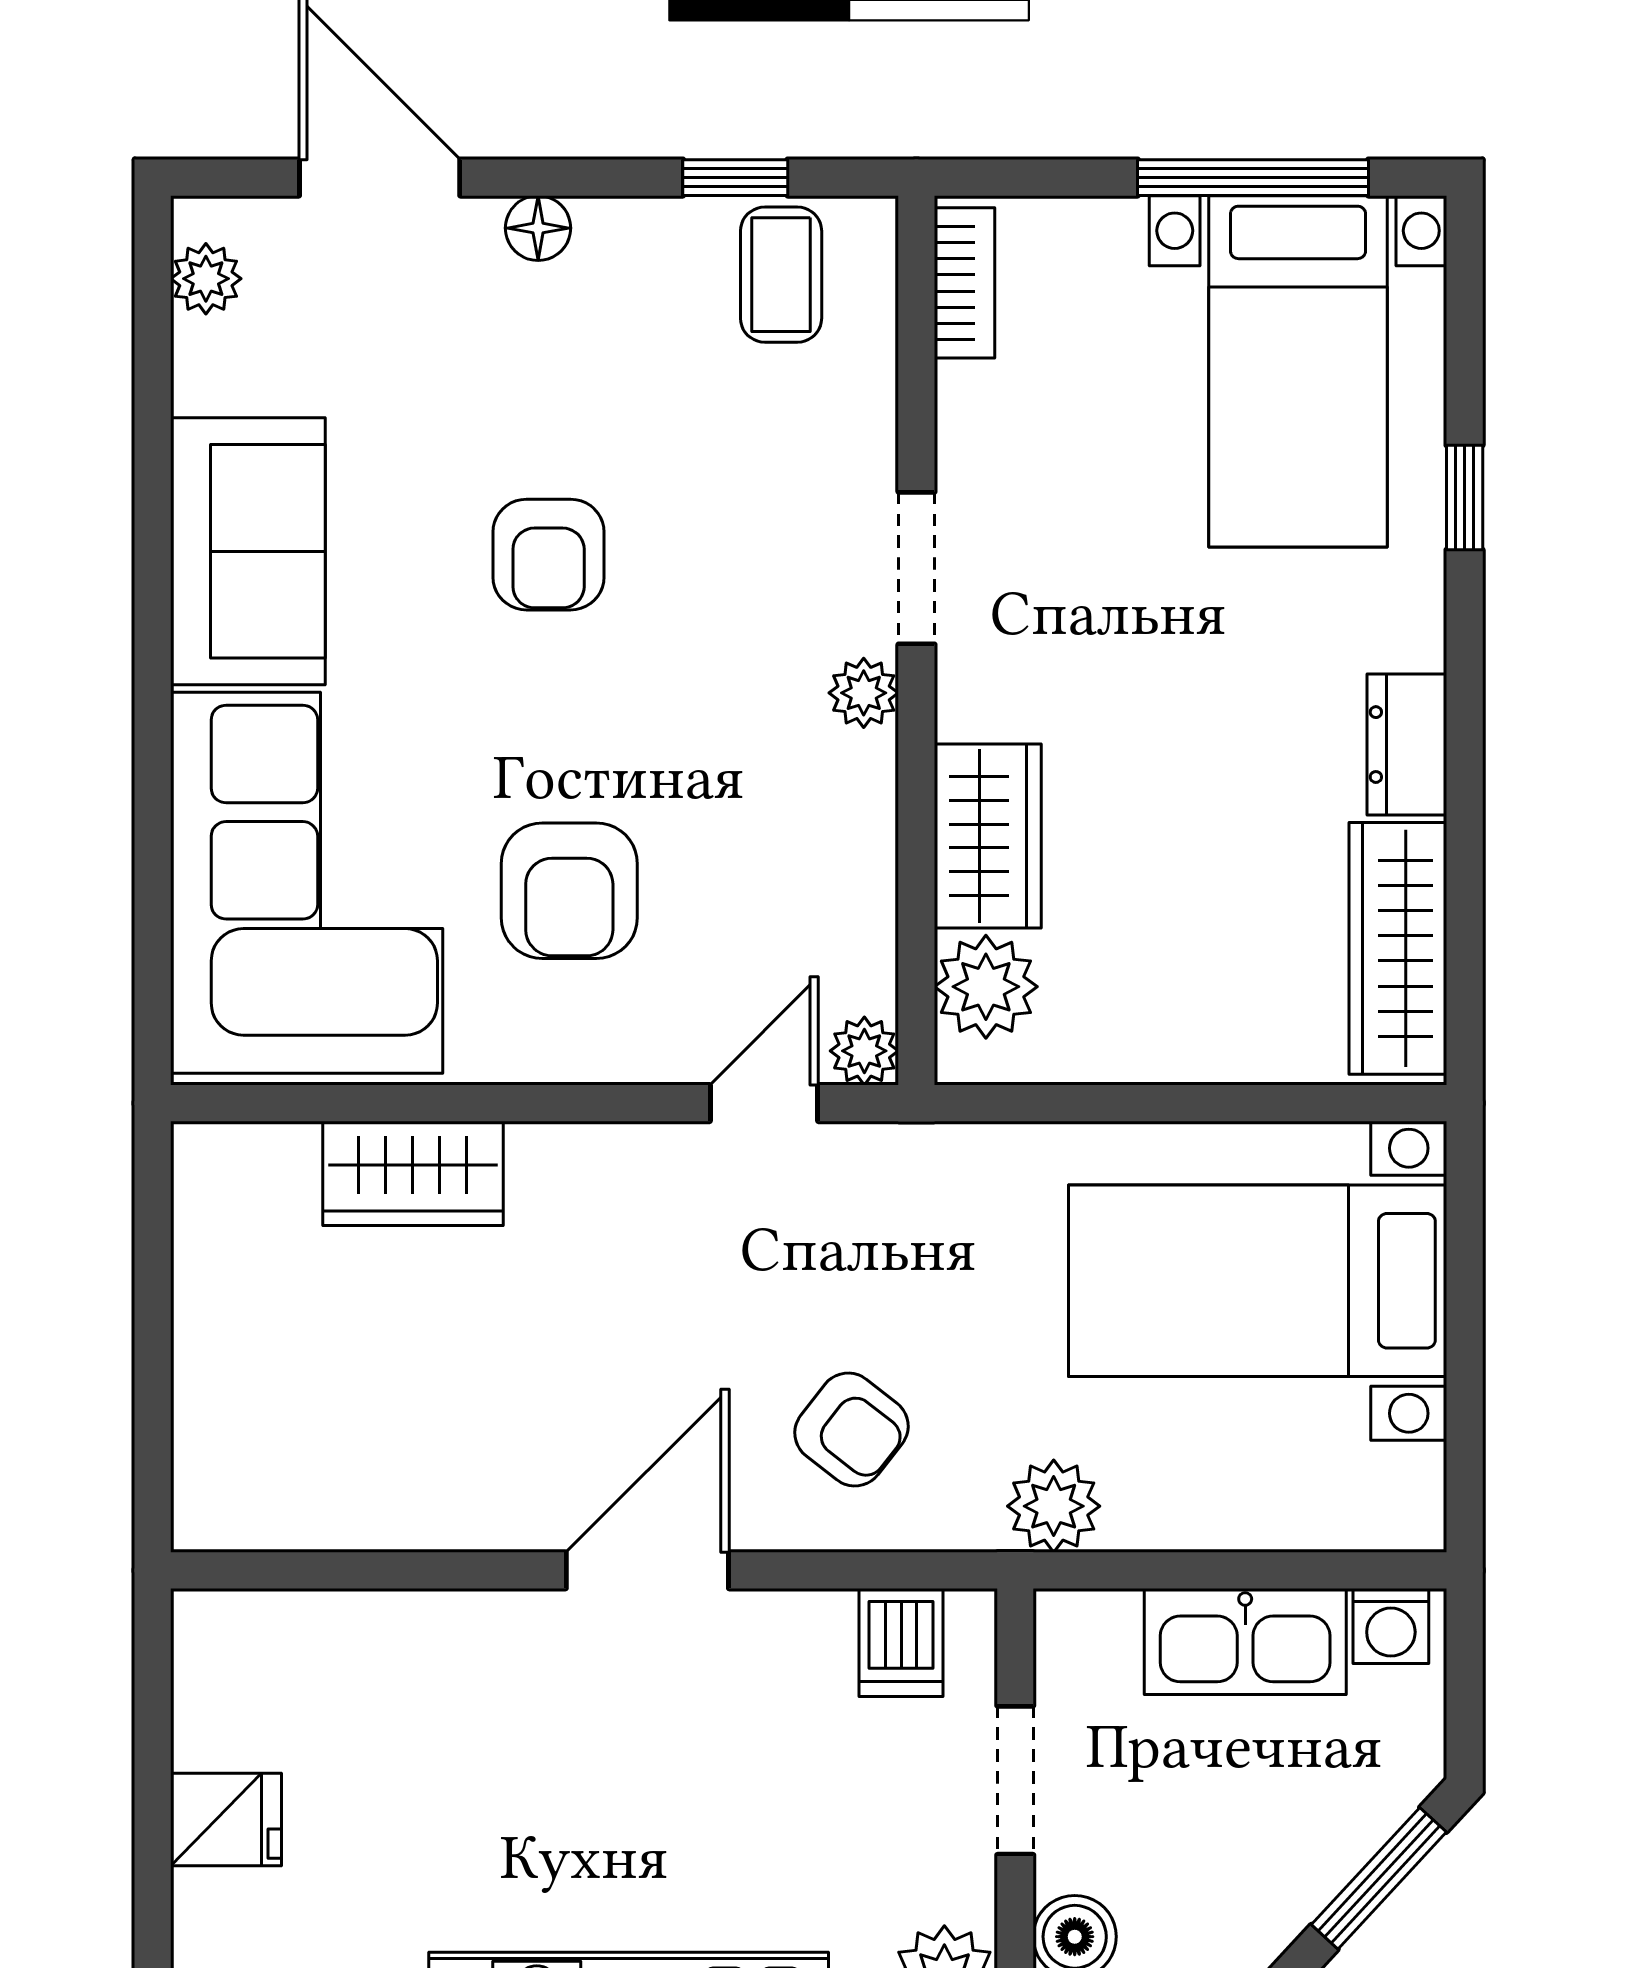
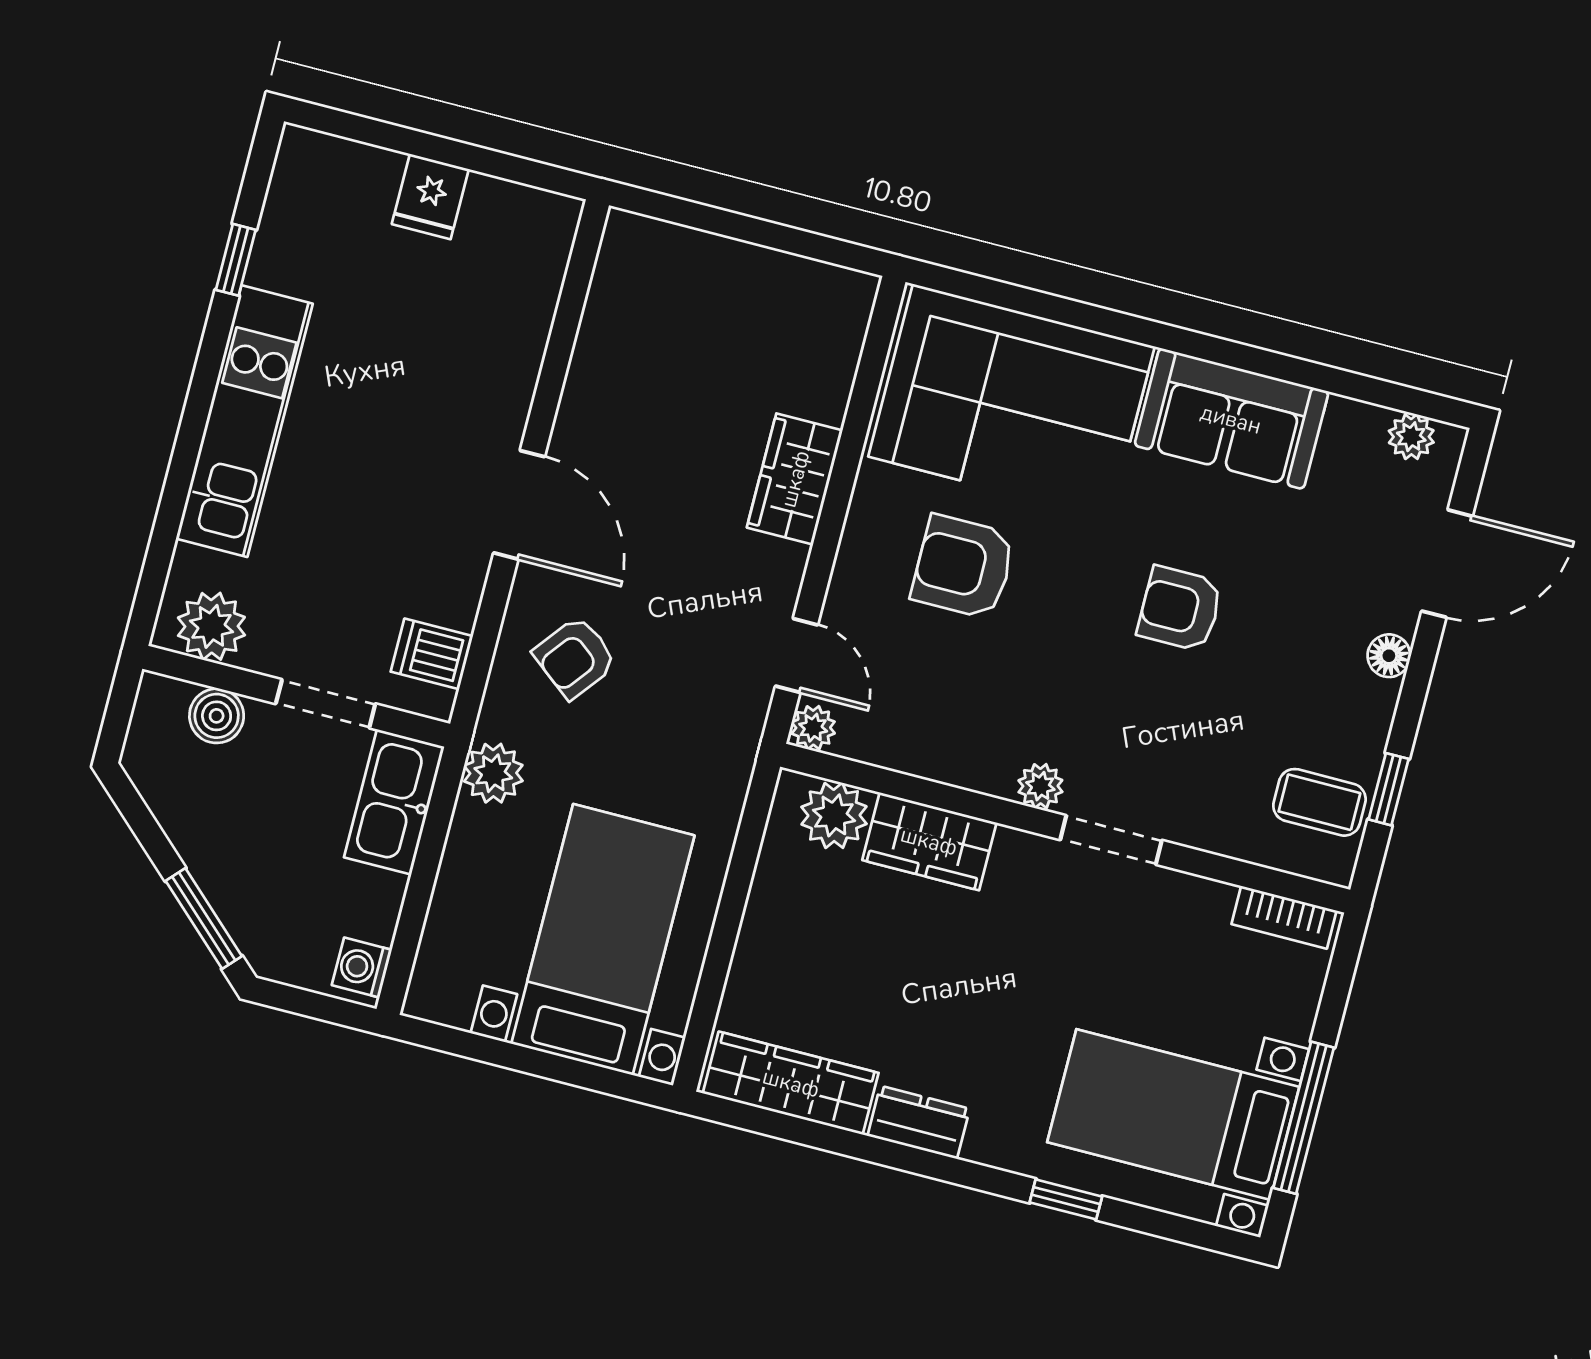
wardrobe: (413, 1173) -> (795, 479), moved
kitchen sink: (1245, 1642) -> (394, 802), moved

